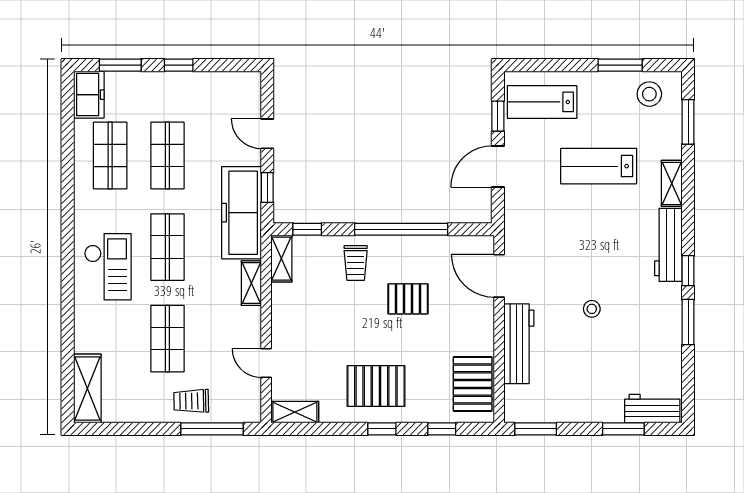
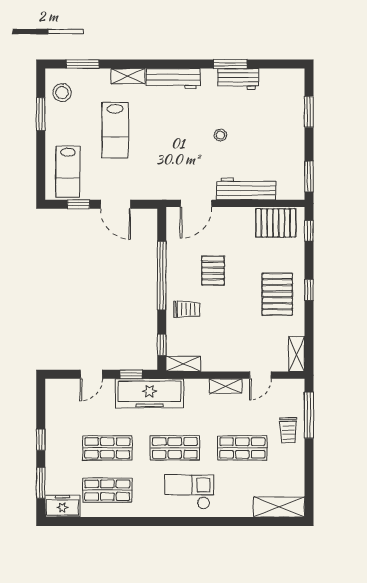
window: (688, 271) -> (192, 64), removed
shelving: (251, 283) -> (226, 386), moved
workbench: (652, 409) -> (238, 79), moved, turned -90
window: (442, 429) -> (309, 231), moved

